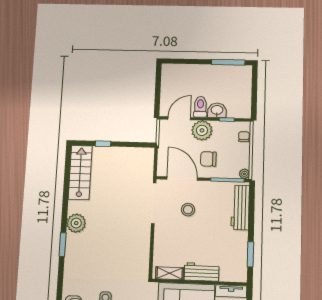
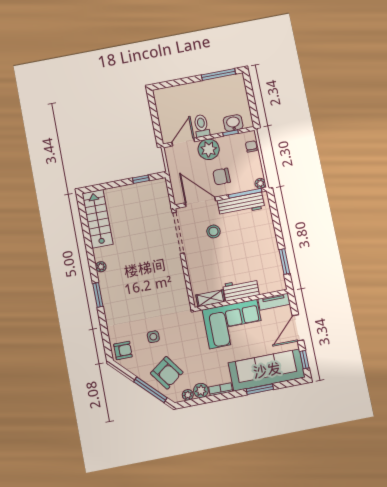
washbasin: (217, 110) -> (233, 123), moved
window: (103, 144) -> (141, 179), moved
workbench: (240, 207) -> (241, 204), moved, turned -90
plant: (76, 223) -> (101, 267), width x0.53, depth x0.53

